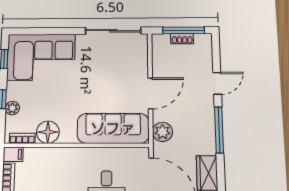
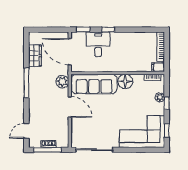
door: (217, 83) -> (26, 131), moved
door: (150, 93) -> (70, 107), swing flipped
floor lamp: (48, 132) -> (125, 81), moved

